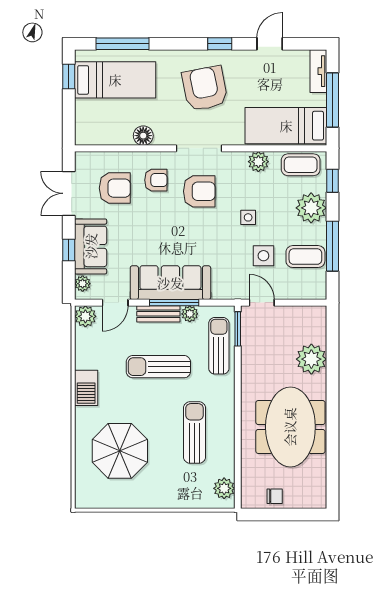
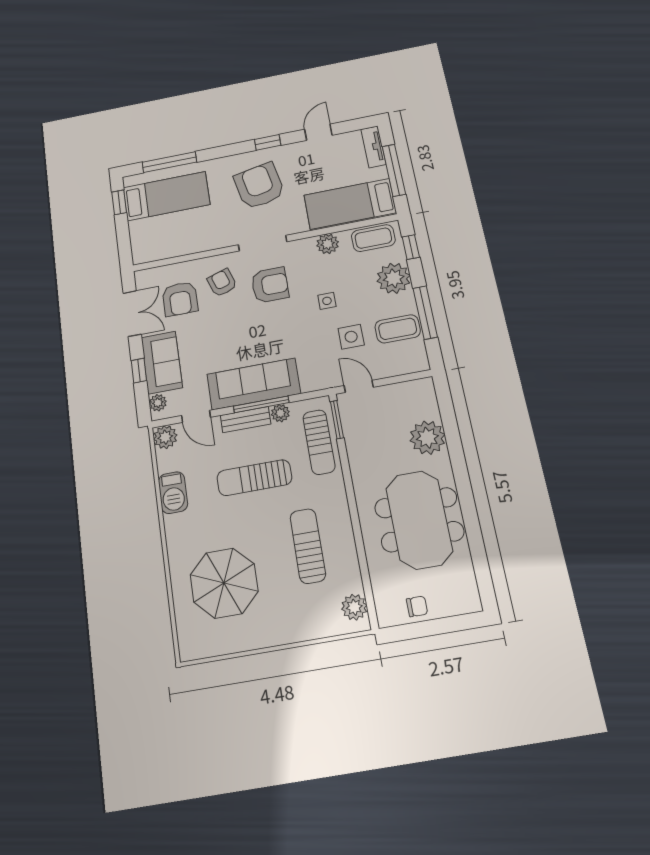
floor lamp: (143, 136) -> (203, 242), removed
armchair: (156, 180) -> (222, 283), turned -108
armchair: (115, 188) -> (180, 299), turned 90
double door: (69, 193) -> (132, 313), swing flipped
door: (115, 303) -> (196, 416), hinge flipped
sun lounger: (219, 346) -> (319, 442), turned 180
barbecue: (86, 388) -> (173, 493), moved

